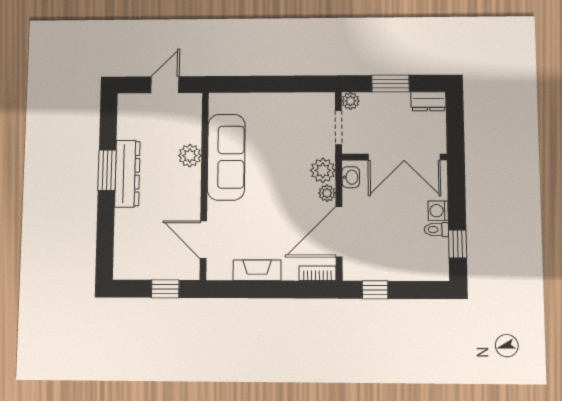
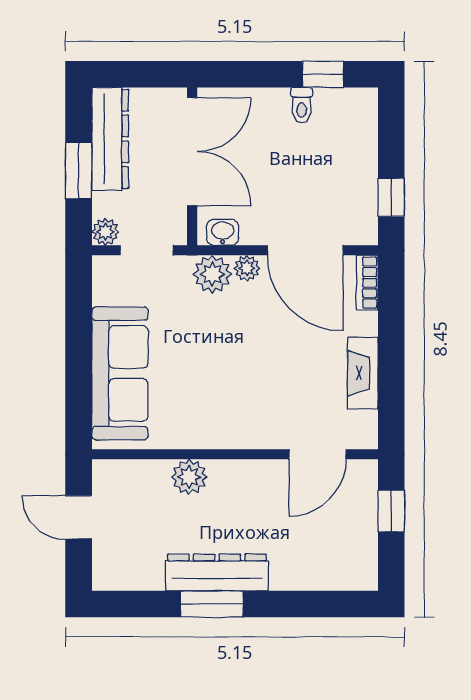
dresser: (428, 101) -> (110, 139), width x1.96, depth x1.24
sofa: (226, 157) -> (120, 373), moved, turned 90
washing machine: (438, 211) -> (273, 102), removed

